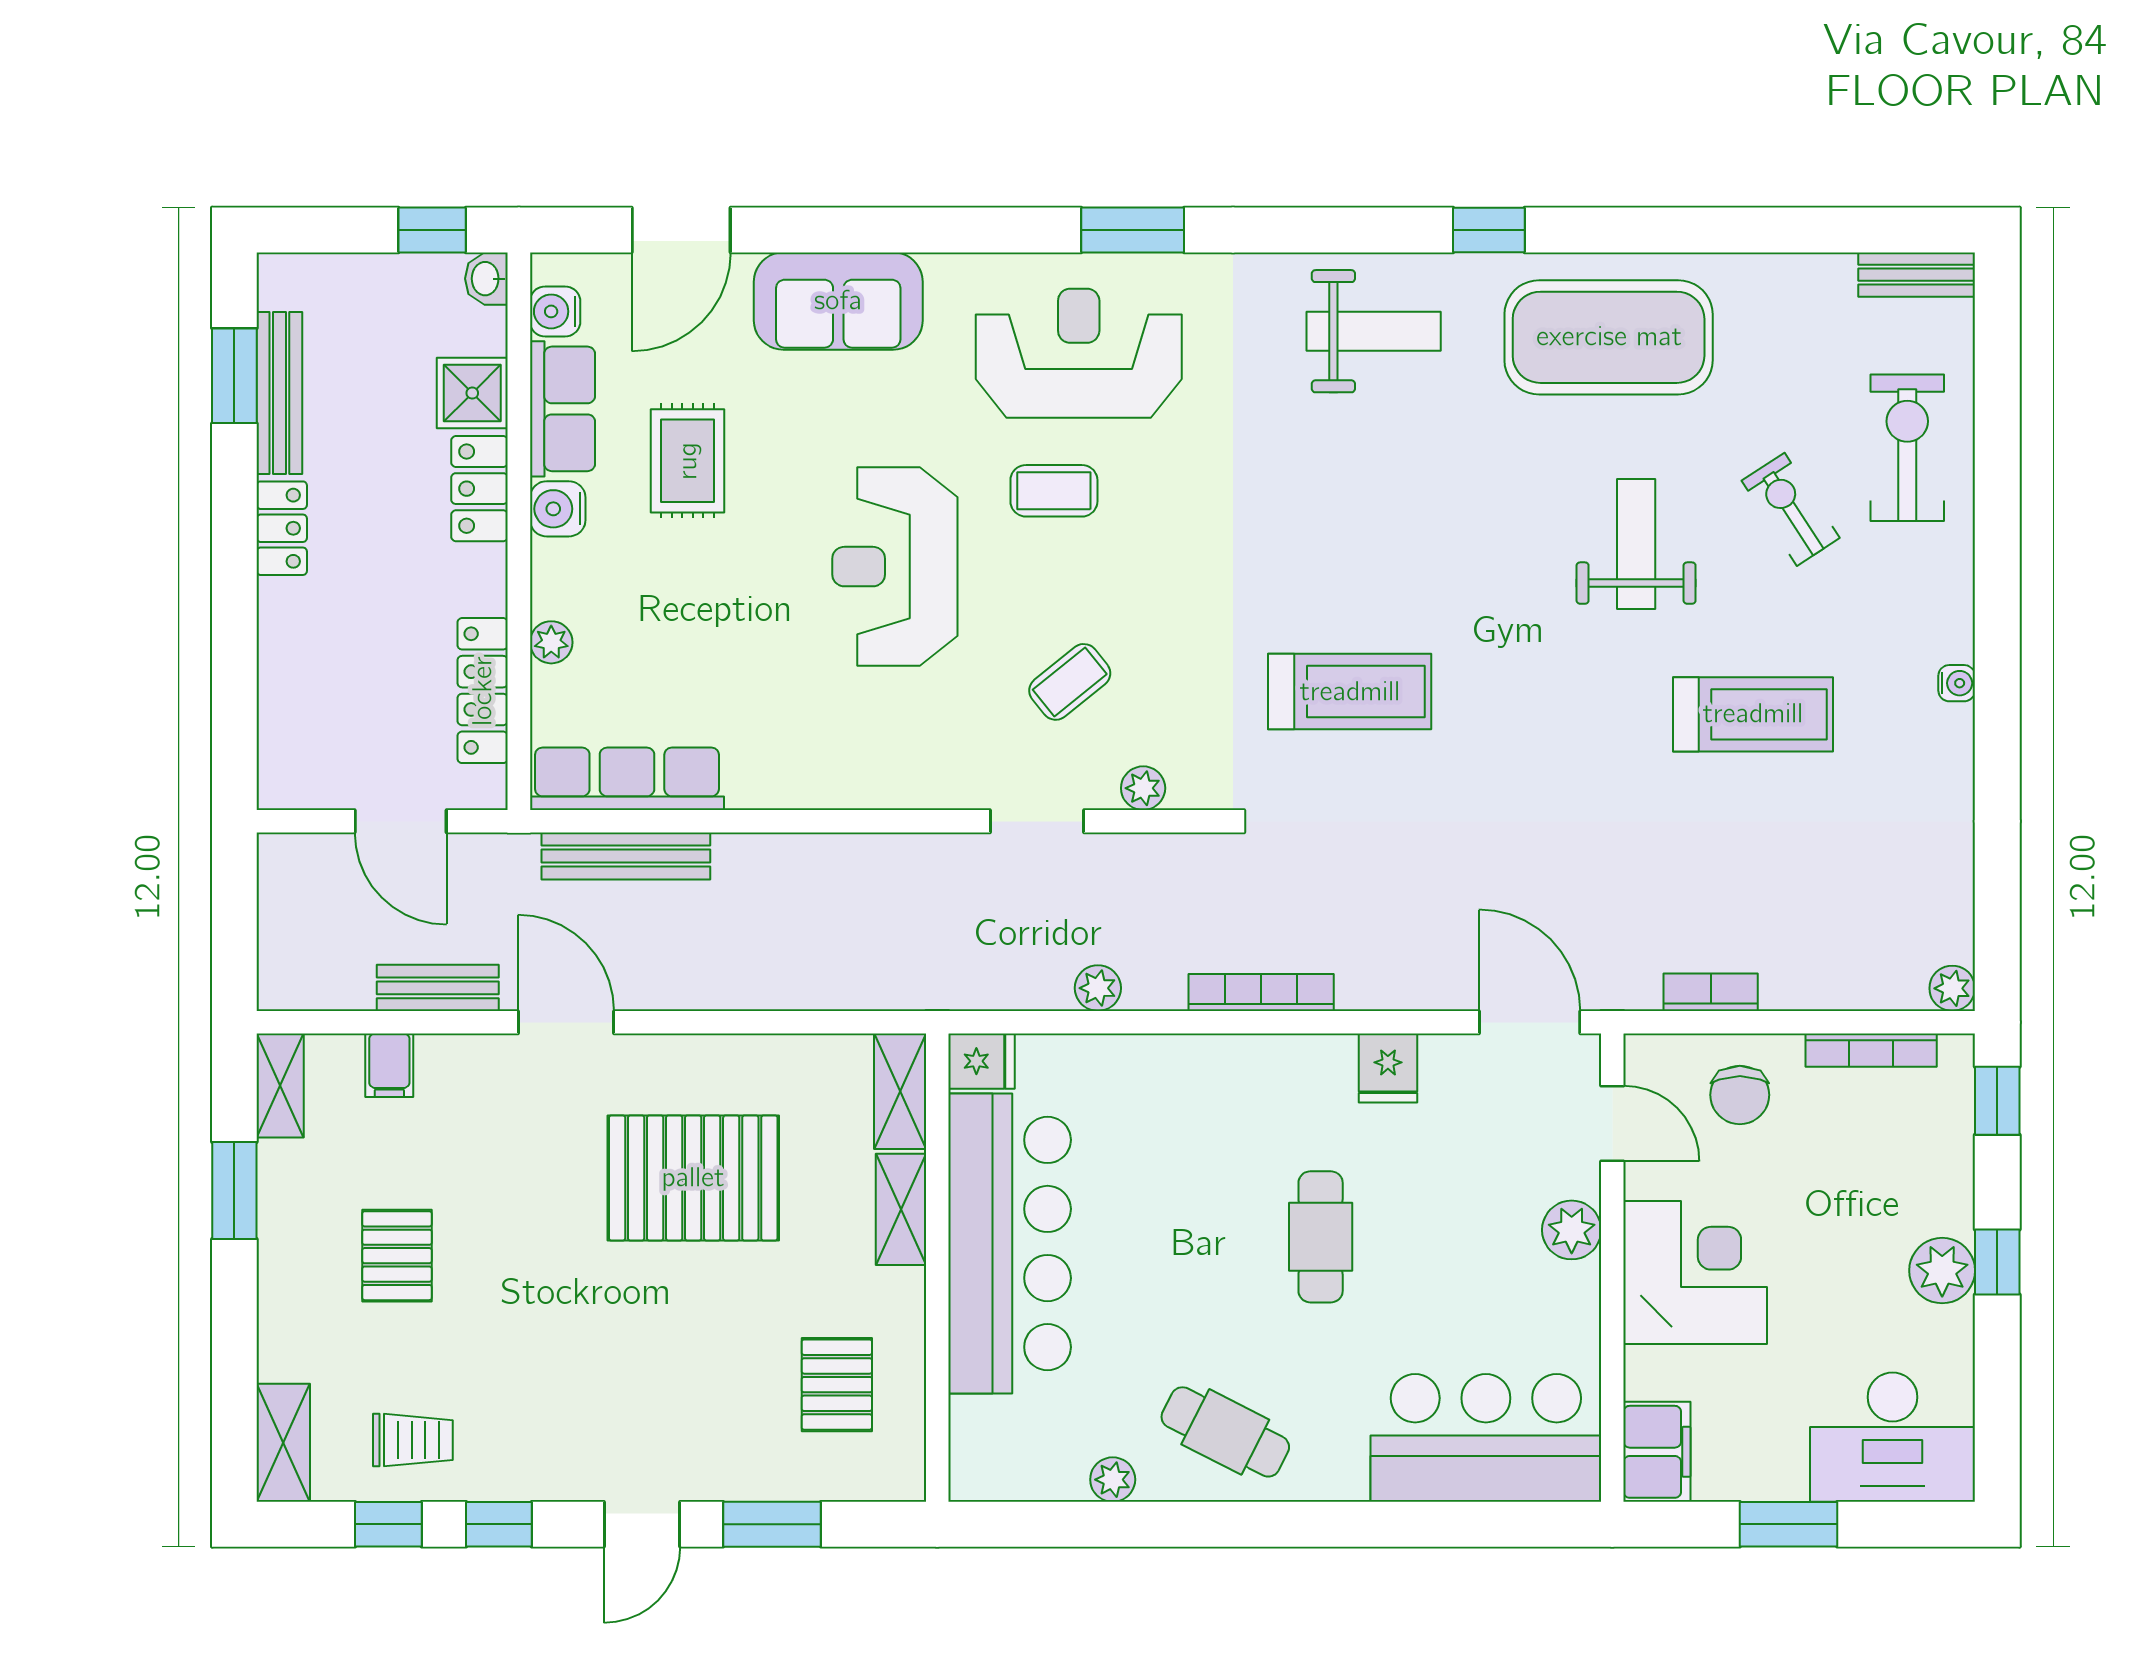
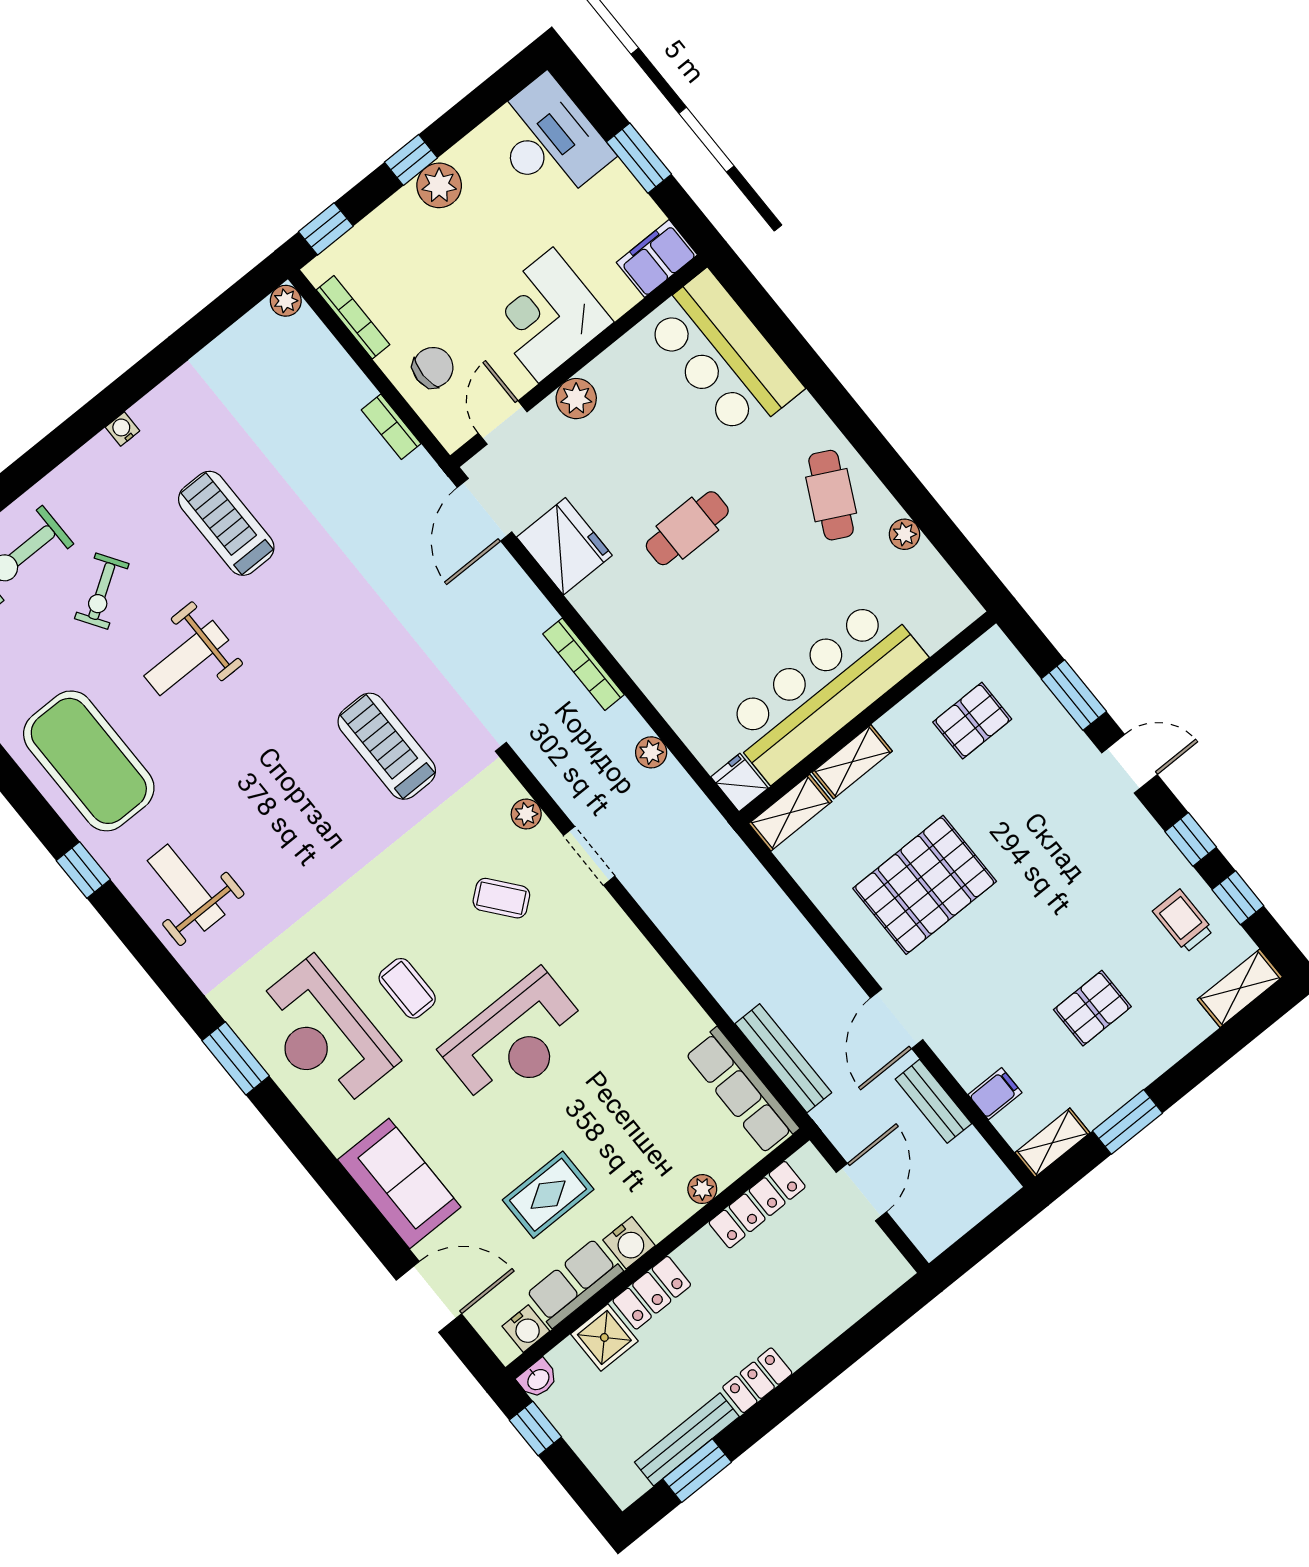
fridge: (1388, 1068) -> (564, 546), width x1.88, depth x1.34
pallet: (693, 1178) -> (925, 885), turned 90

